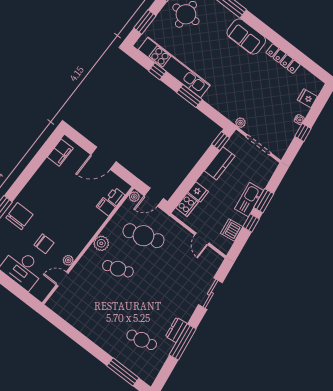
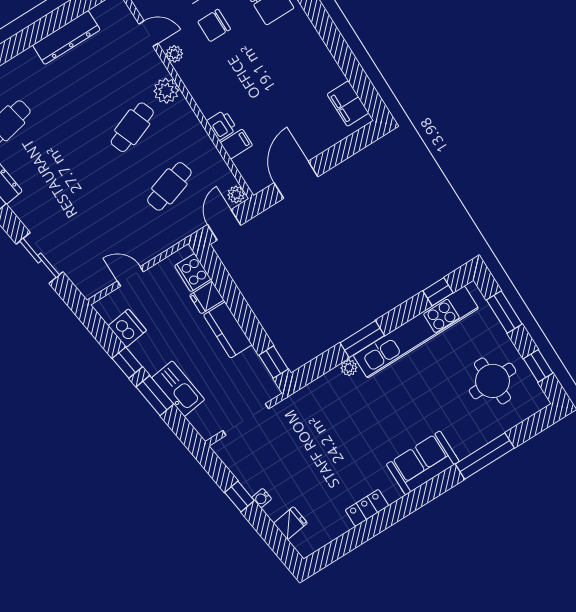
locker: (283, 59) -> (367, 508), width x0.66
window: (157, 71) -> (438, 292), moved
plant: (240, 123) -> (349, 368), moved
door: (103, 158) -> (296, 180), moved
kitchen counter: (220, 163) -> (228, 330), moved
printer: (116, 196) -> (222, 125), moved
kitchen sink: (249, 200) -> (178, 389), moved
cafe table: (143, 236) -> (169, 186), width x0.73, depth x0.74
plant: (101, 243) -> (166, 91), moved
door: (62, 279) -> (148, 34), hinge flipped
dresser: (81, 324) -> (66, 37), added

